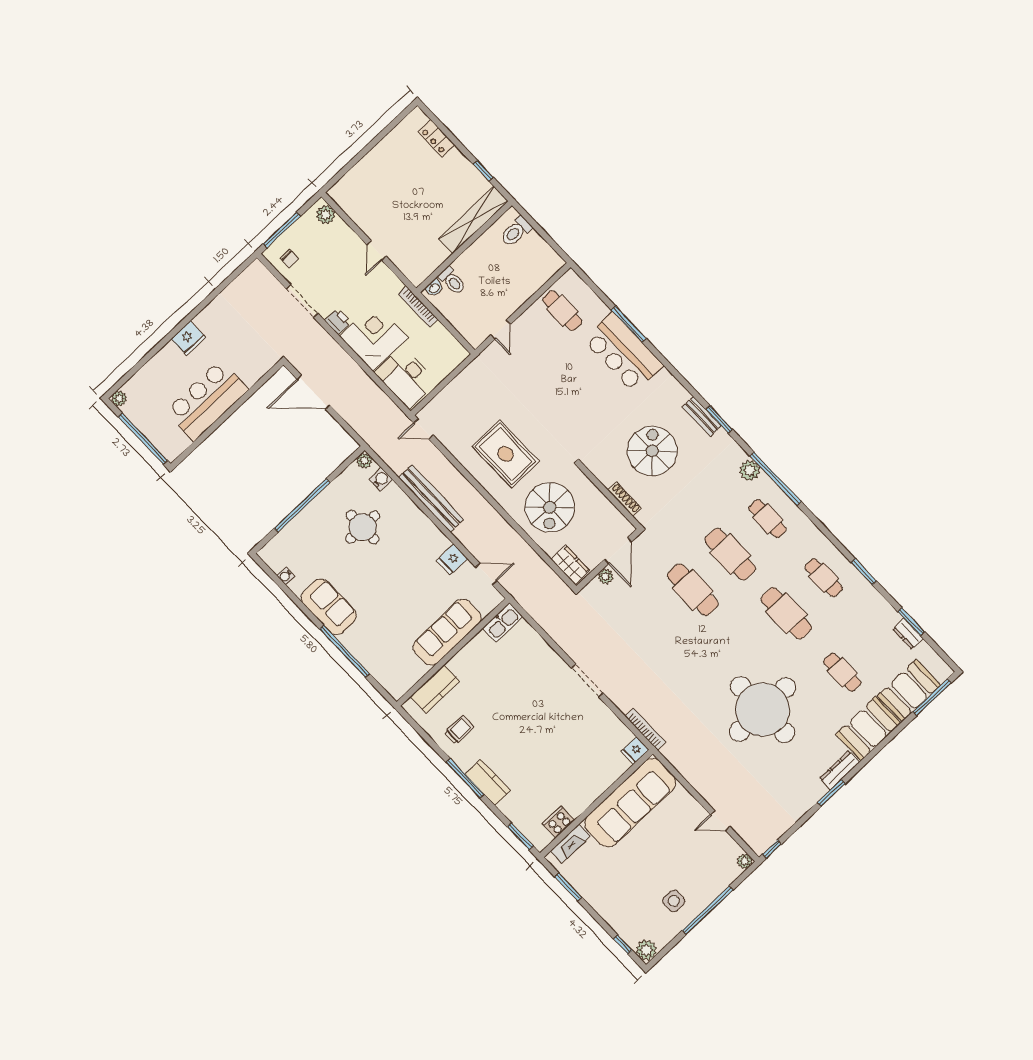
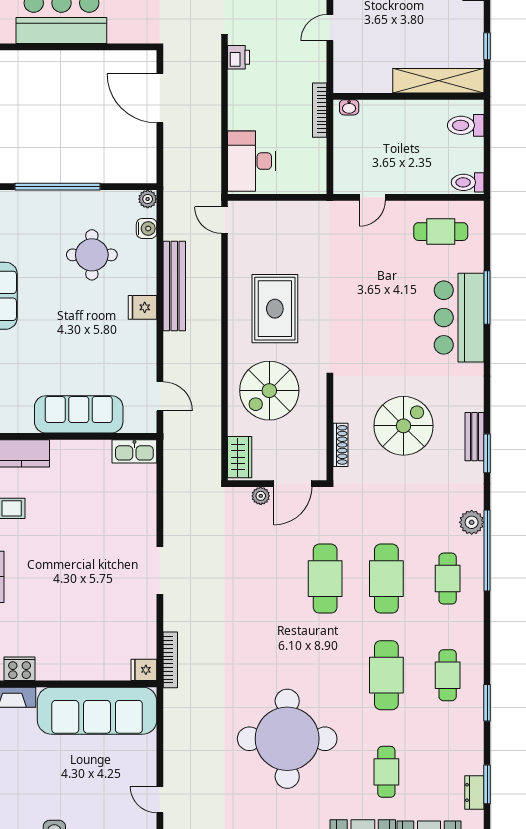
toilet: (452, 281) -> (468, 182), moved, turned 90
cafe table: (562, 311) -> (441, 232), turned 90
corner desk: (374, 337) -> (257, 100), removed
fridge: (452, 559) -> (142, 307), moved

